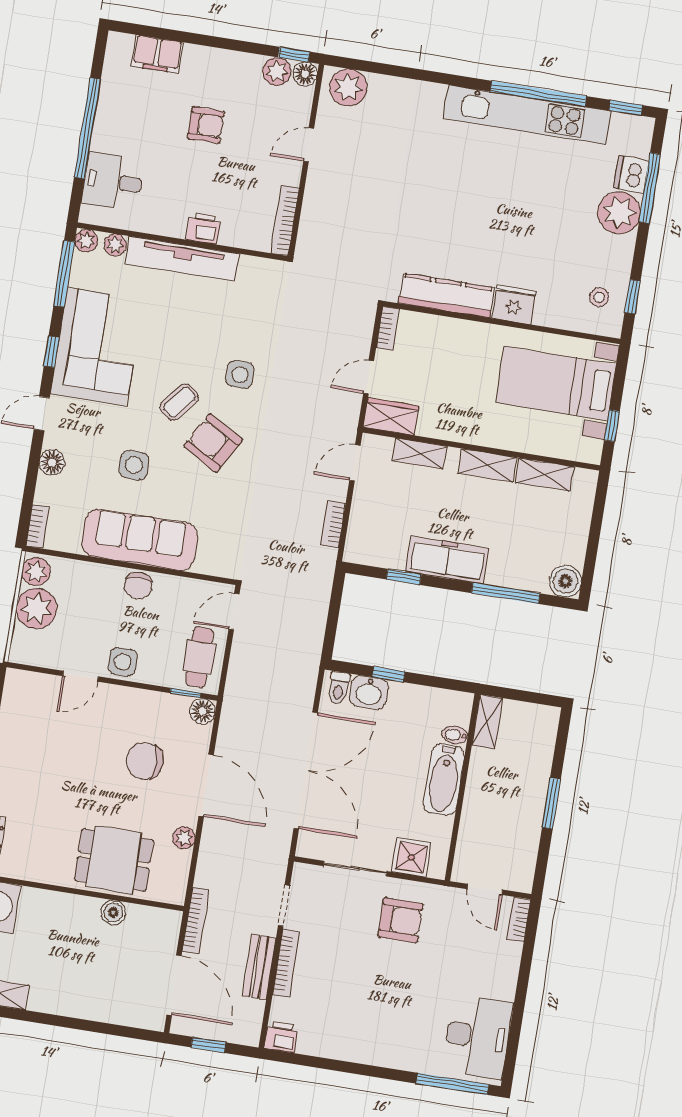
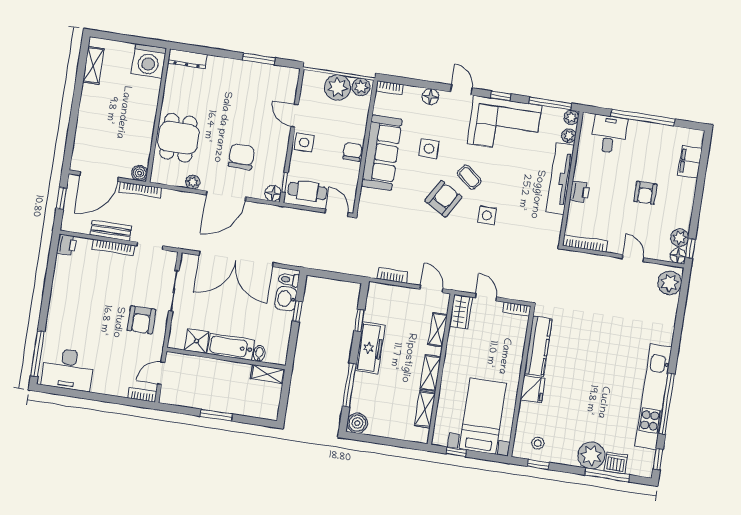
chair: (138, 586) -> (352, 152), turned 90
shower: (411, 857) -> (197, 341), moved
boiler: (113, 912) -> (140, 173), moved

